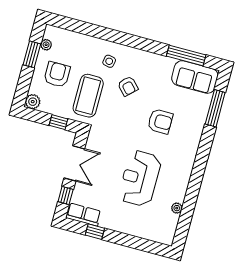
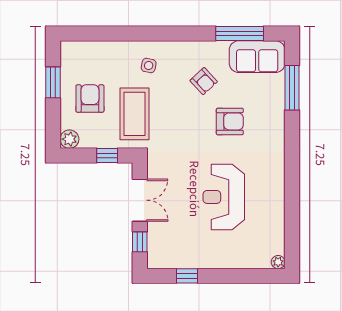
plant: (46, 45) -> (67, 66), removed
armchair: (128, 86) -> (204, 81), moved
plant: (177, 208) -> (278, 262), moved
row of seats: (83, 215) -> (168, 259), removed

